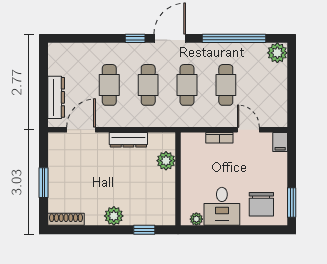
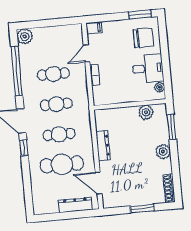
cafe table: (109, 85) -> (62, 164), width x1.37, depth x1.35
plant: (166, 161) -> (146, 112), moved
window: (144, 230) -> (172, 127), width x1.50

